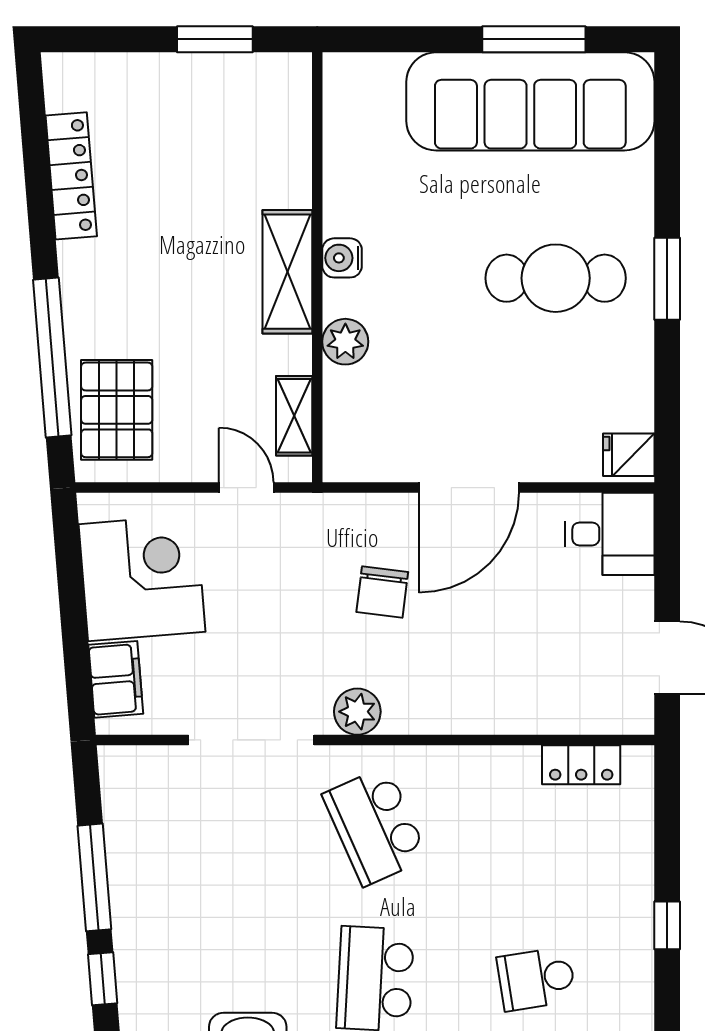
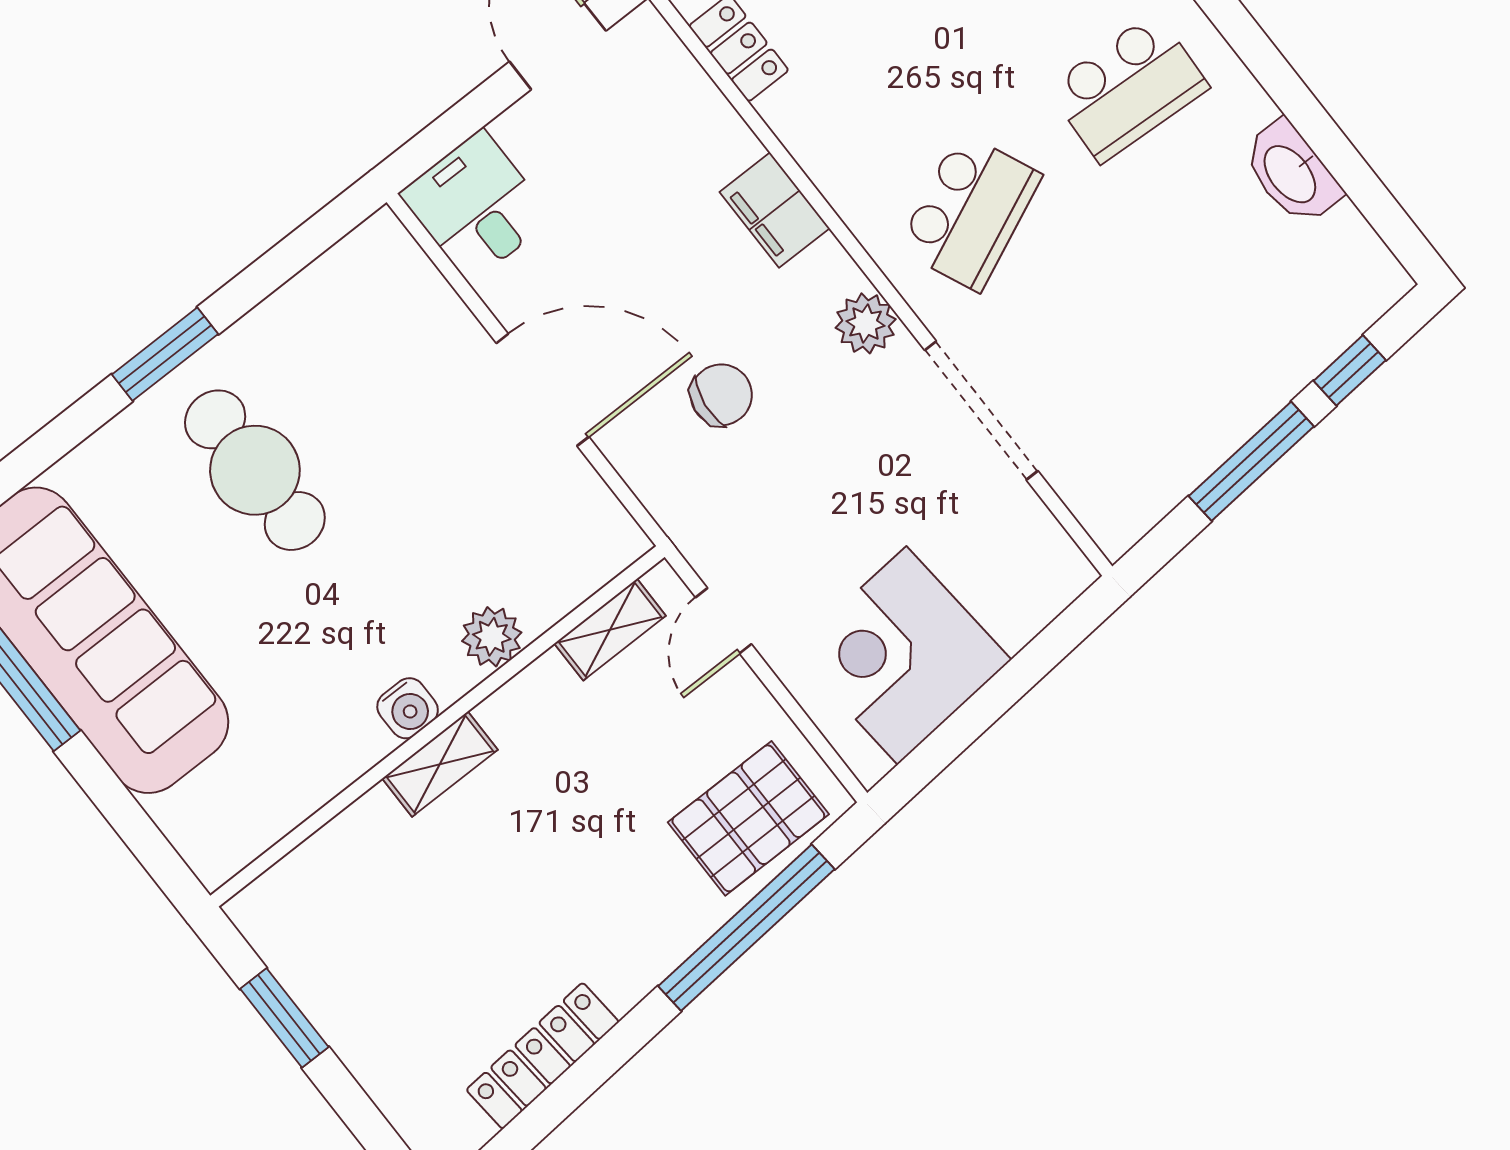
shelving: (287, 272) -> (440, 764), width x0.67, depth x0.75
fridge: (629, 455) -> (379, 251), removed
filing cabinet: (116, 679) -> (775, 210), moved, turned -85

